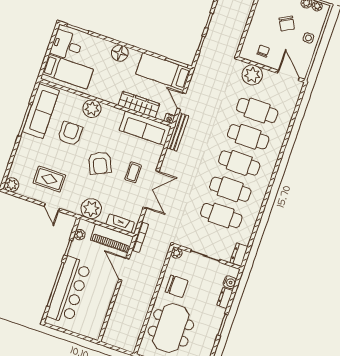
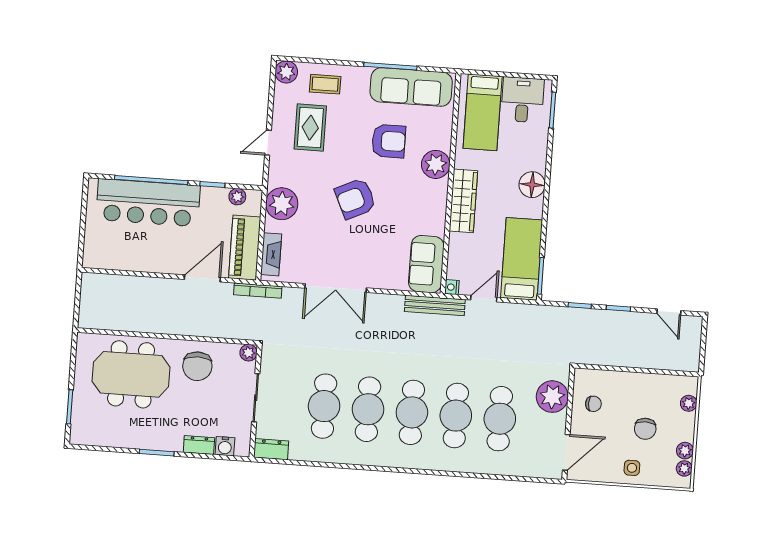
chair: (287, 24) -> (645, 429), turned -62
wardrobe: (139, 105) -> (463, 201), moved
sofa: (145, 128) -> (426, 264), width x0.73
coffee table: (133, 172) -> (325, 84), moved

